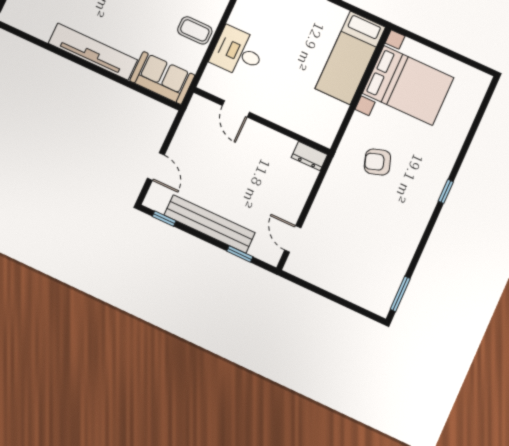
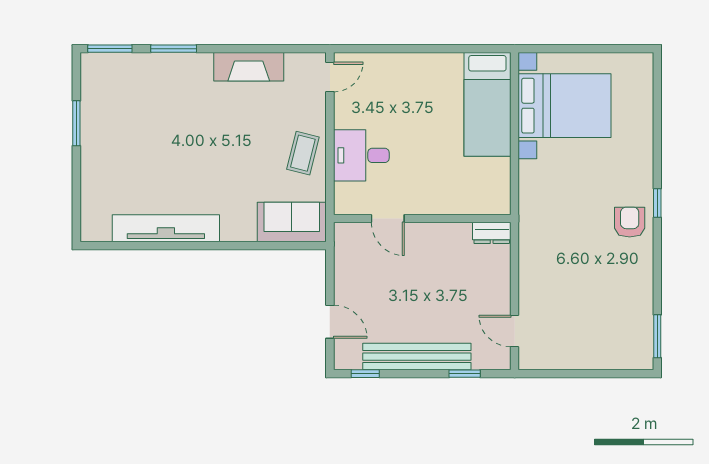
coffee table: (195, 30) -> (303, 153), turned -76
tv unit: (93, 52) -> (166, 228), moved
armchair: (377, 162) -> (630, 222), moved, turned 108

